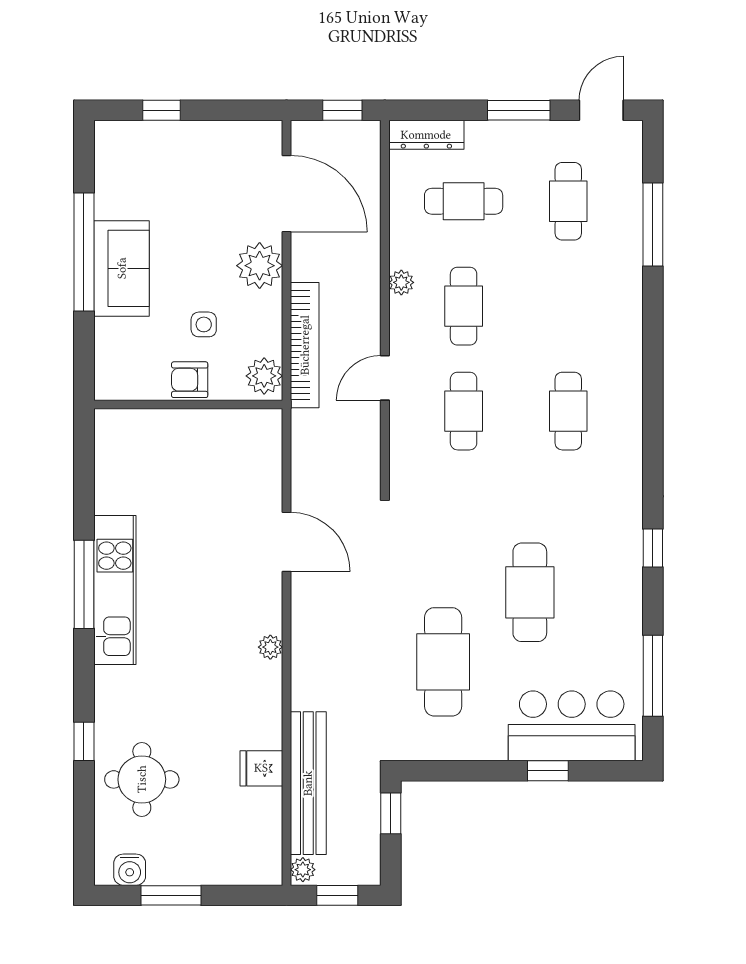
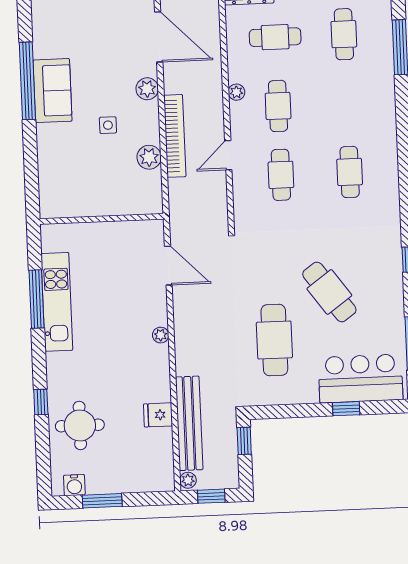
plant: (260, 266) -> (147, 89), width x0.73, depth x0.73
armchair: (190, 380) -> (100, 162), removed
wall: (188, 404) -> (102, 219), moved
cafe table: (530, 592) -> (329, 292), turned -36

